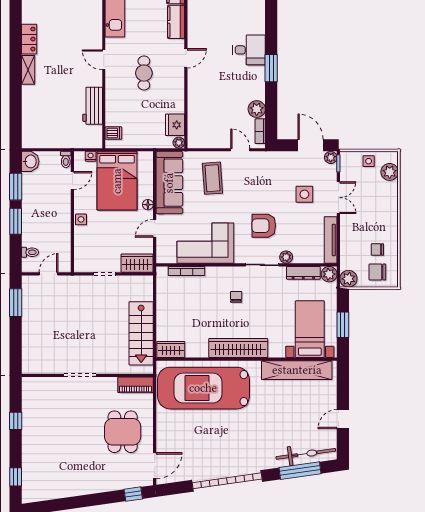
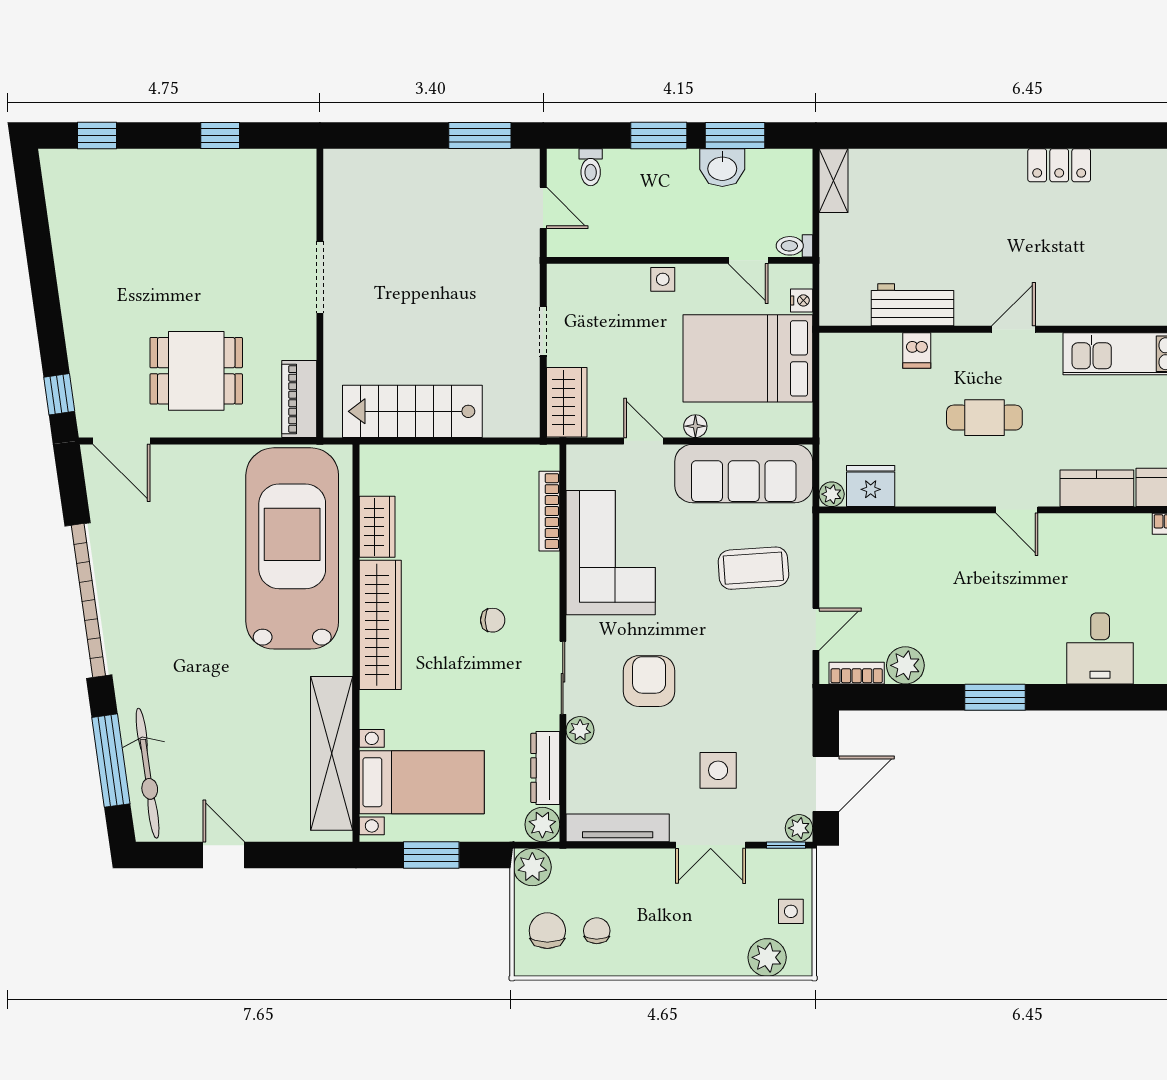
desk: (249, 50) -> (1100, 648), moved
shelving: (28, 70) -> (834, 181), moved, turned 90
dishwasher: (113, 133) -> (917, 350), moved
washbasin: (30, 161) -> (722, 168), moved
wardrobe: (171, 349) -> (377, 527), moved

